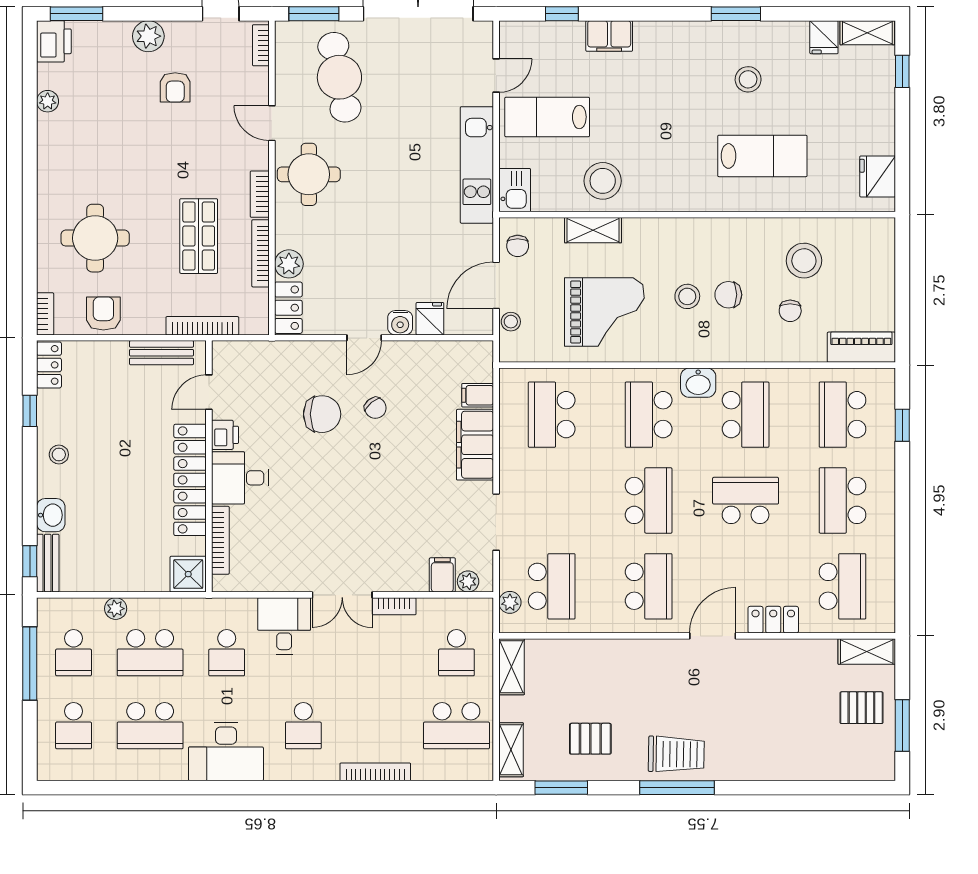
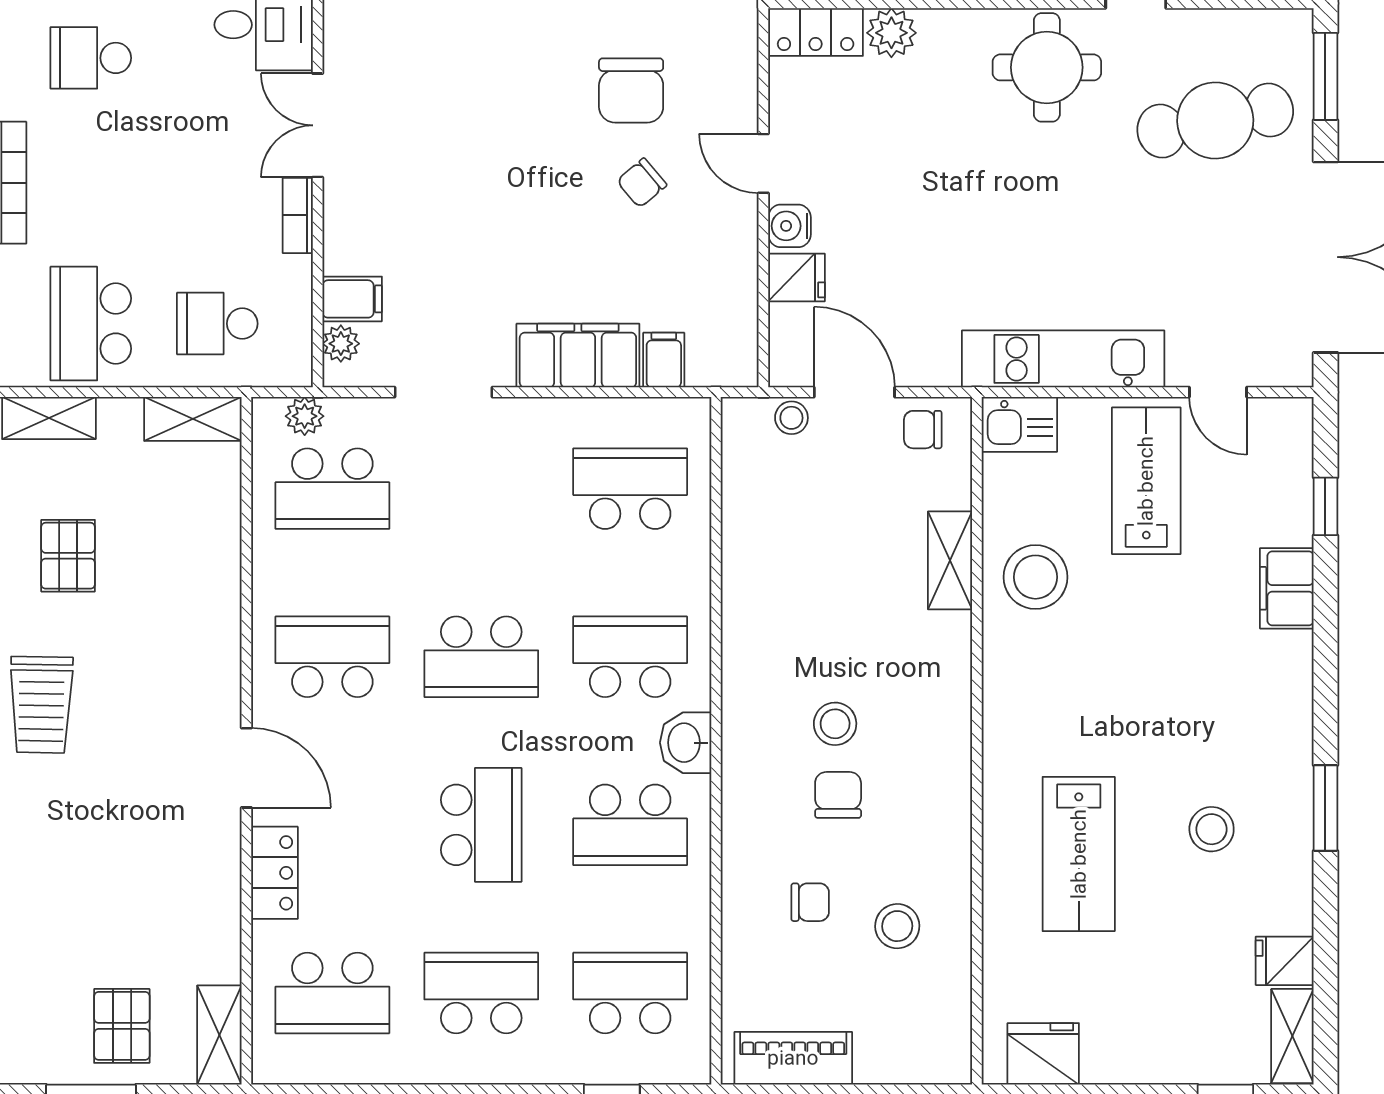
stool: (804, 261) -> (897, 926), width x0.73, depth x0.73
chair: (790, 311) -> (810, 902), turned 180
grand piano: (604, 312) -> (808, 580), removed
piano: (861, 347) -> (793, 1058), moved, turned -90
school desk: (649, 586) -> (332, 657), turned 180

